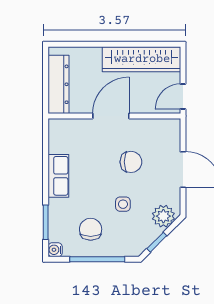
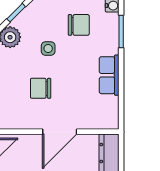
chair: (91, 229) -> (79, 25), turned -90

